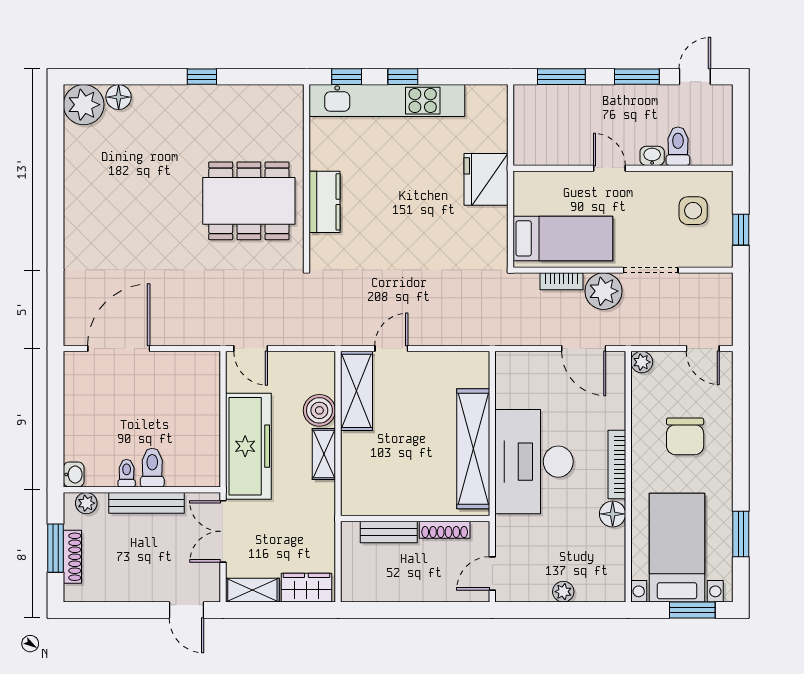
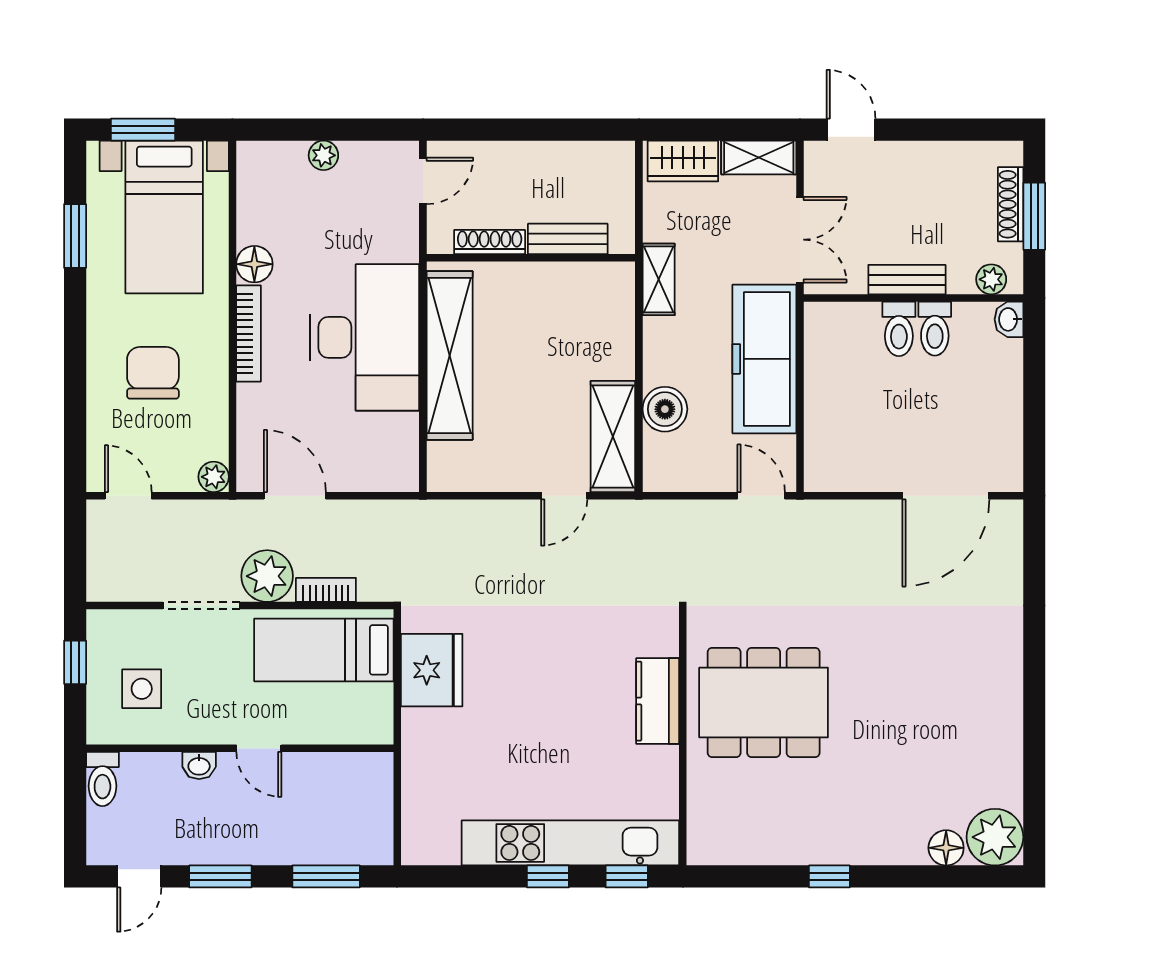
toilet: (678, 146) -> (102, 779), moved
fridge: (486, 179) -> (432, 670), moved
shelving: (324, 454) -> (659, 279), moved
toilet: (127, 473) -> (935, 329), width x1.37, depth x1.39
bench: (146, 503) -> (907, 280), width x0.73

